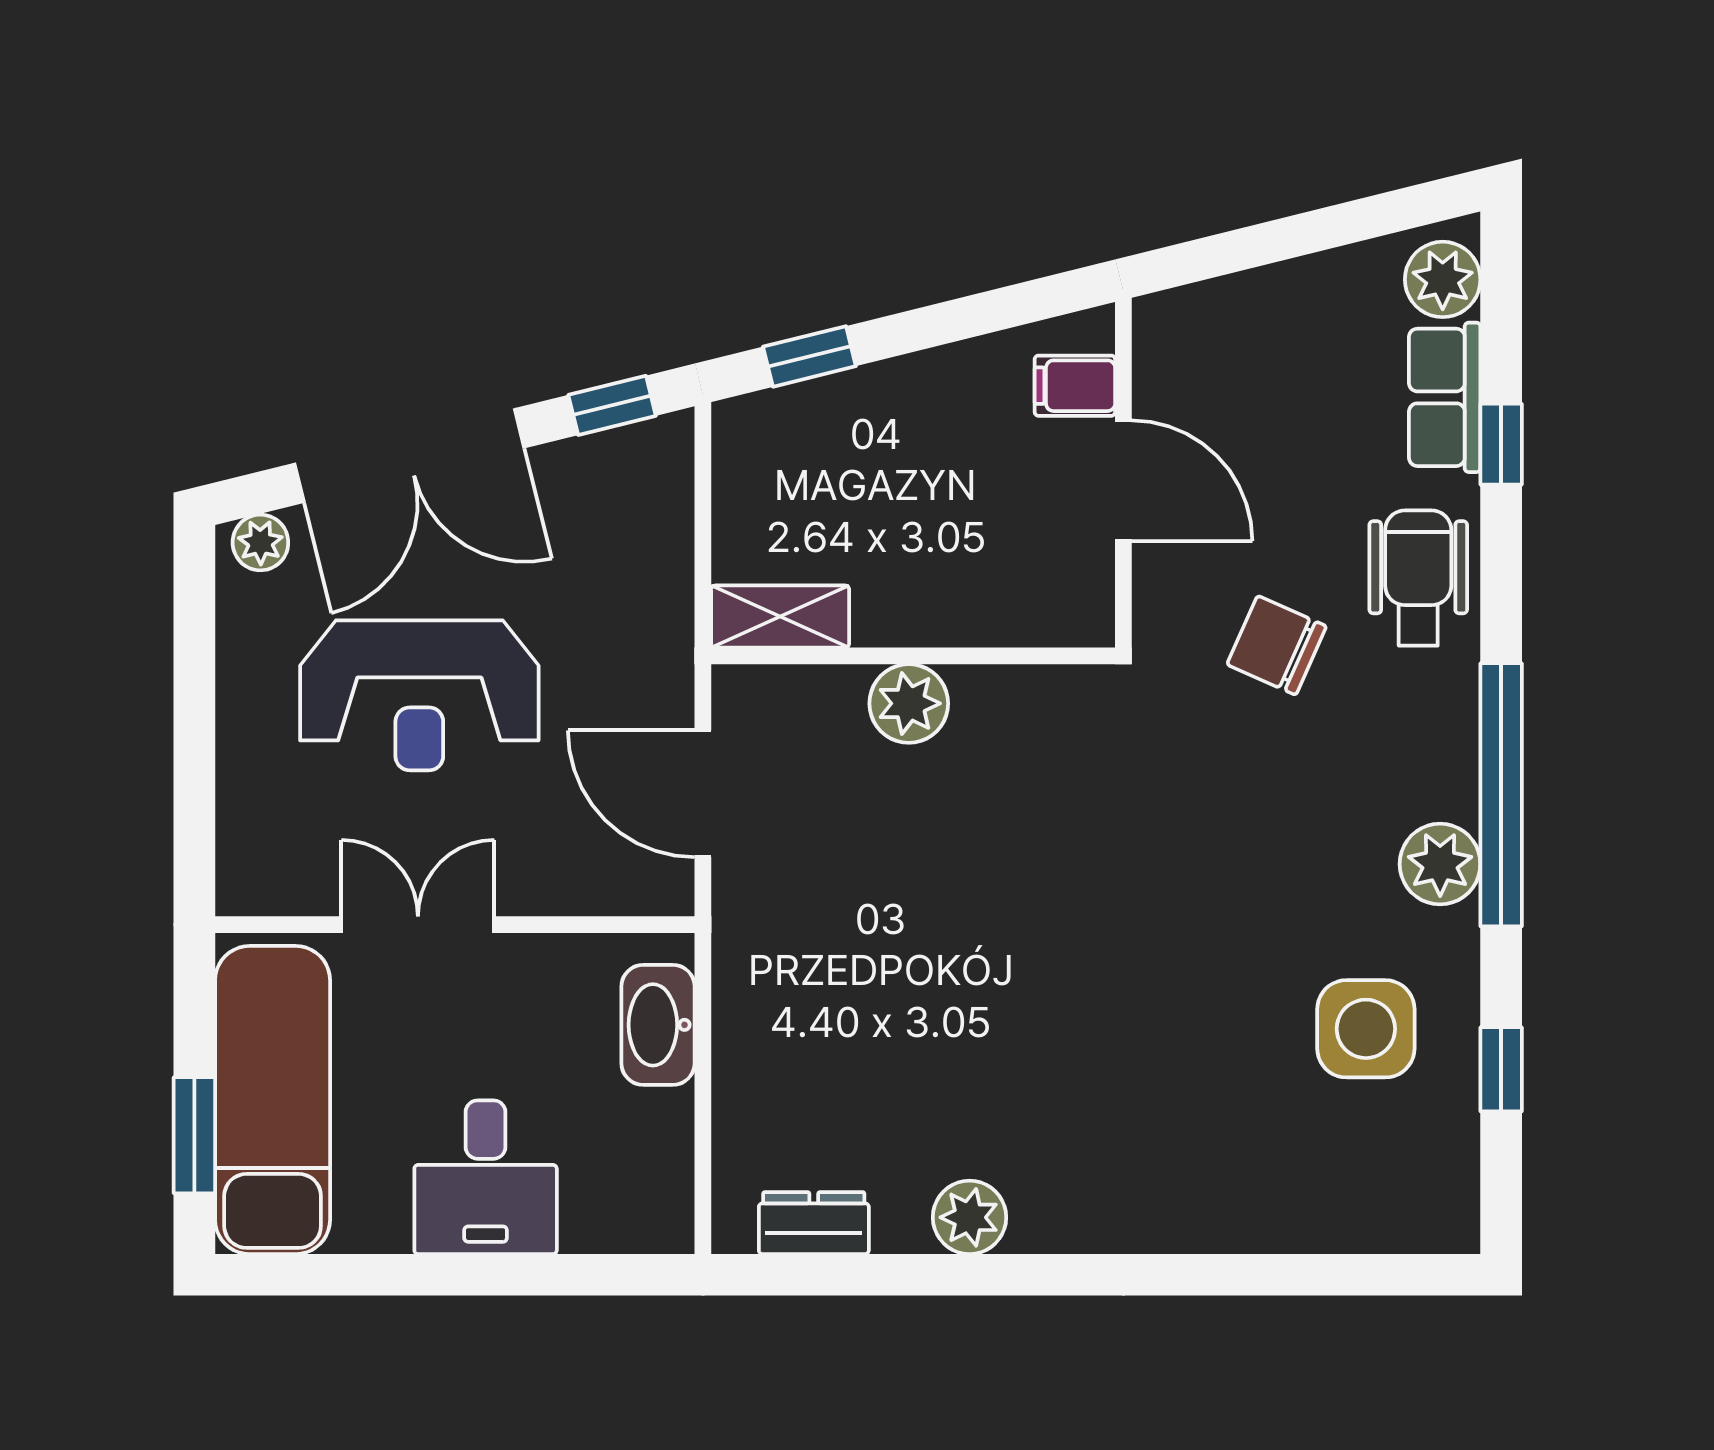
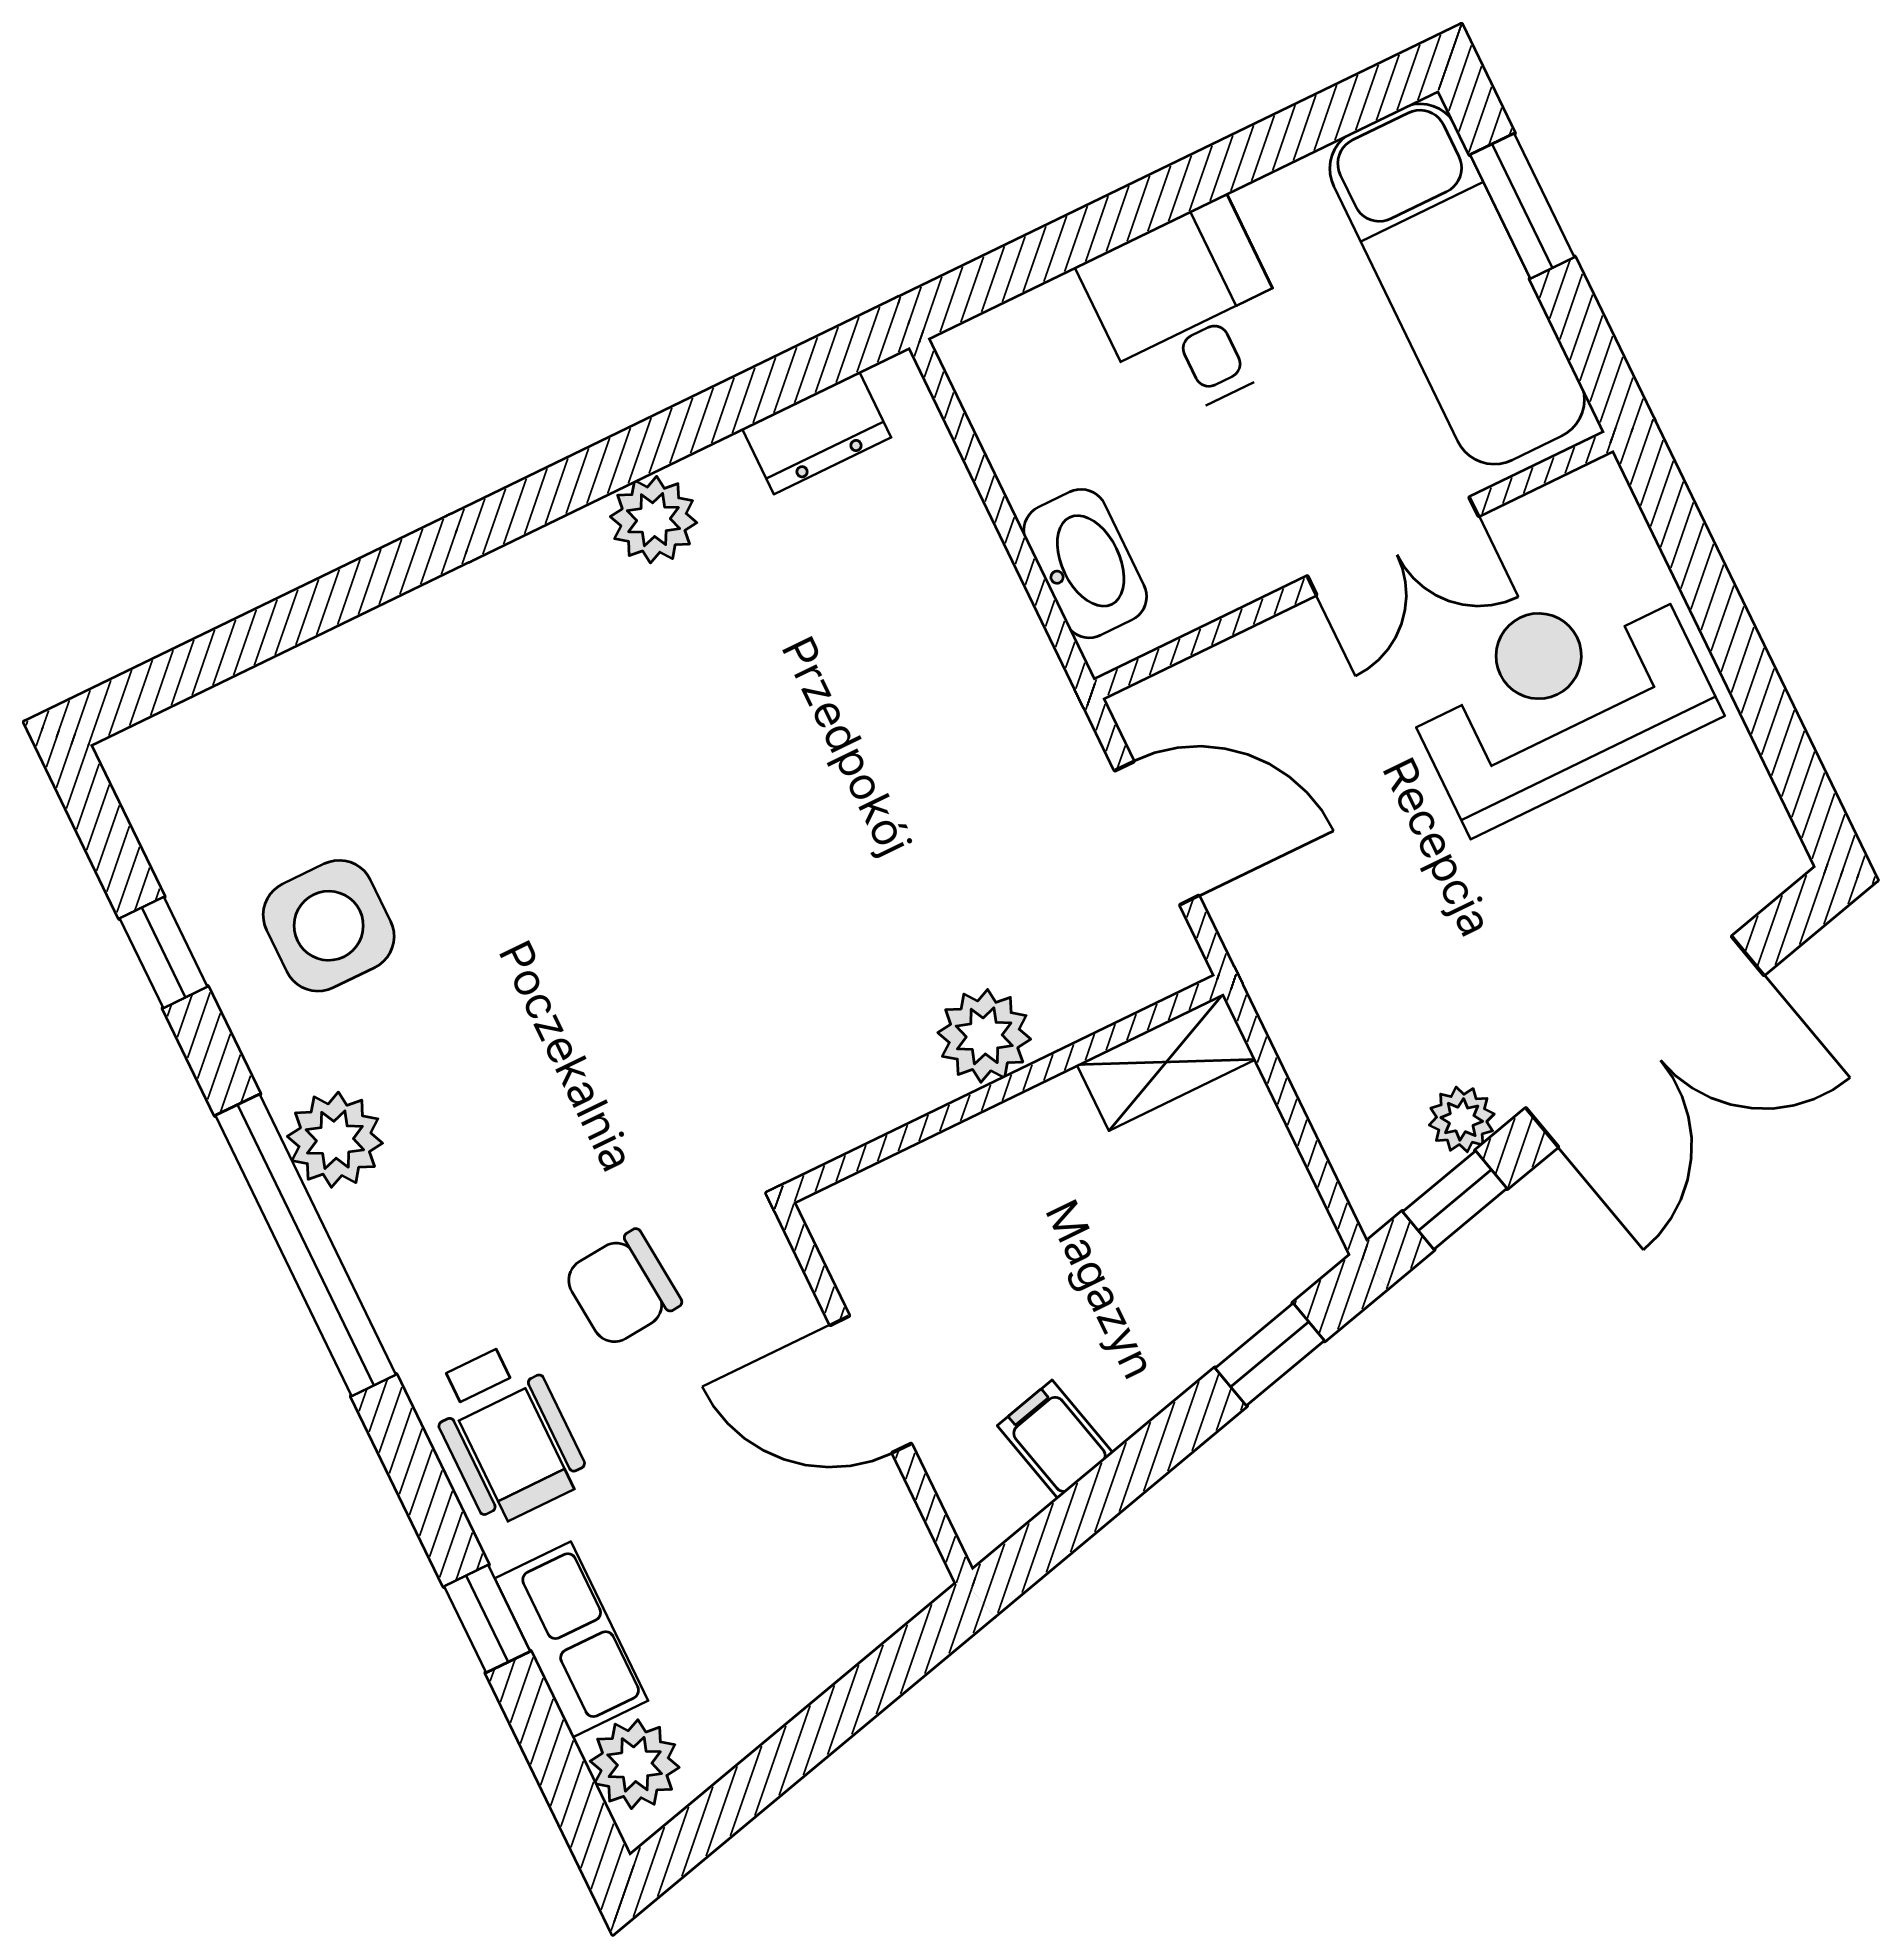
filing cabinet: (1075, 386) -> (1055, 1439), moved, turned -104
double door: (409, 456) -> (1645, 1042), swing flipped
plant: (260, 542) -> (1462, 1119), moved
chair: (1277, 645) -> (622, 1288), turned 151
reception desk: (419, 695) -> (1559, 698), moved

